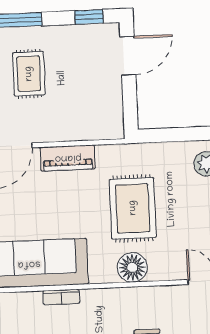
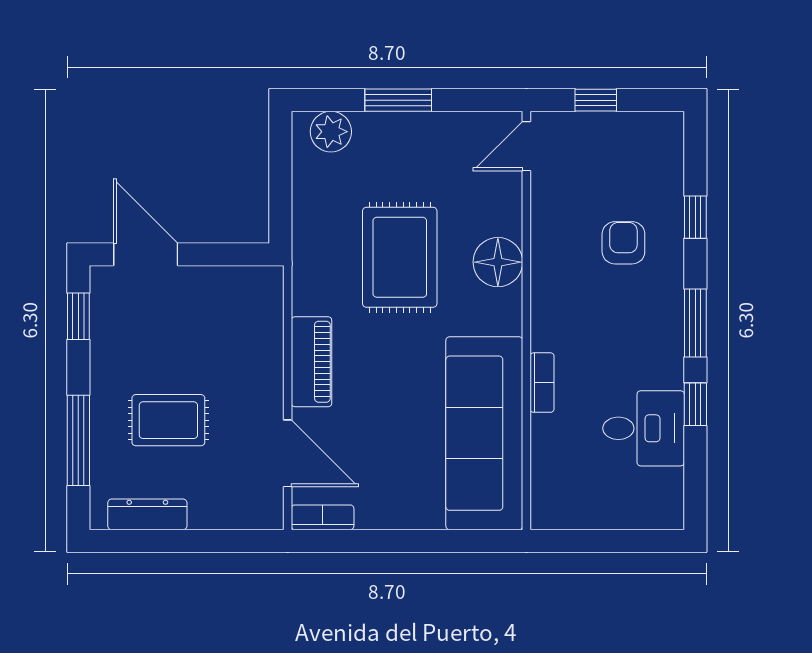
rug: (133, 208) -> (400, 257), turned 90

